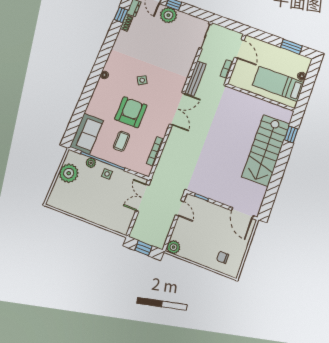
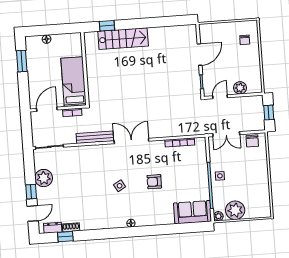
plant: (168, 15) -> (44, 178), moved
bed: (278, 84) -> (74, 82), moved, turned 180
armchair: (131, 112) -> (154, 182), width x0.53, depth x0.53
coffee table: (121, 141) -> (185, 177), removed
stairs: (266, 150) -> (123, 39), width x0.73, depth x0.66
plant: (91, 163) -> (218, 216), moved
door: (242, 213) -> (200, 55), moved
chair: (124, 219) -> (252, 141), added
plant: (173, 247) -> (240, 88), moved

